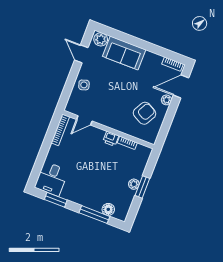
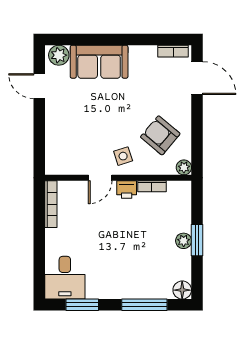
side table: (84, 85) -> (123, 156), moved
door: (181, 86) -> (197, 78), swing flipped
plant: (166, 100) -> (184, 167), moved
armchair: (145, 113) -> (160, 135), turned -78
door: (84, 120) -> (100, 178), moved
floor lamp: (108, 209) -> (182, 290), moved

